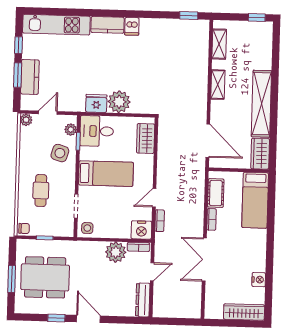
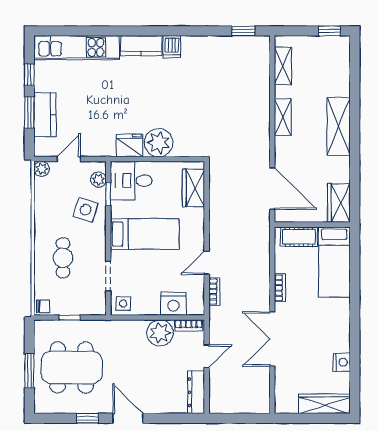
shelving: (261, 104) -> (339, 126), width x0.68
cot: (216, 193) -> (299, 237), moved, turned 90
nightstand: (141, 230) -> (173, 304), moved

